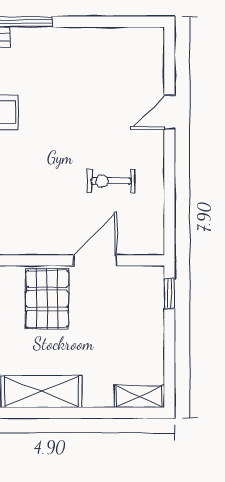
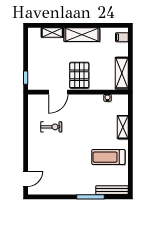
door: (169, 112) -> (26, 179), moved
shelving: (139, 396) -> (52, 32), moved

